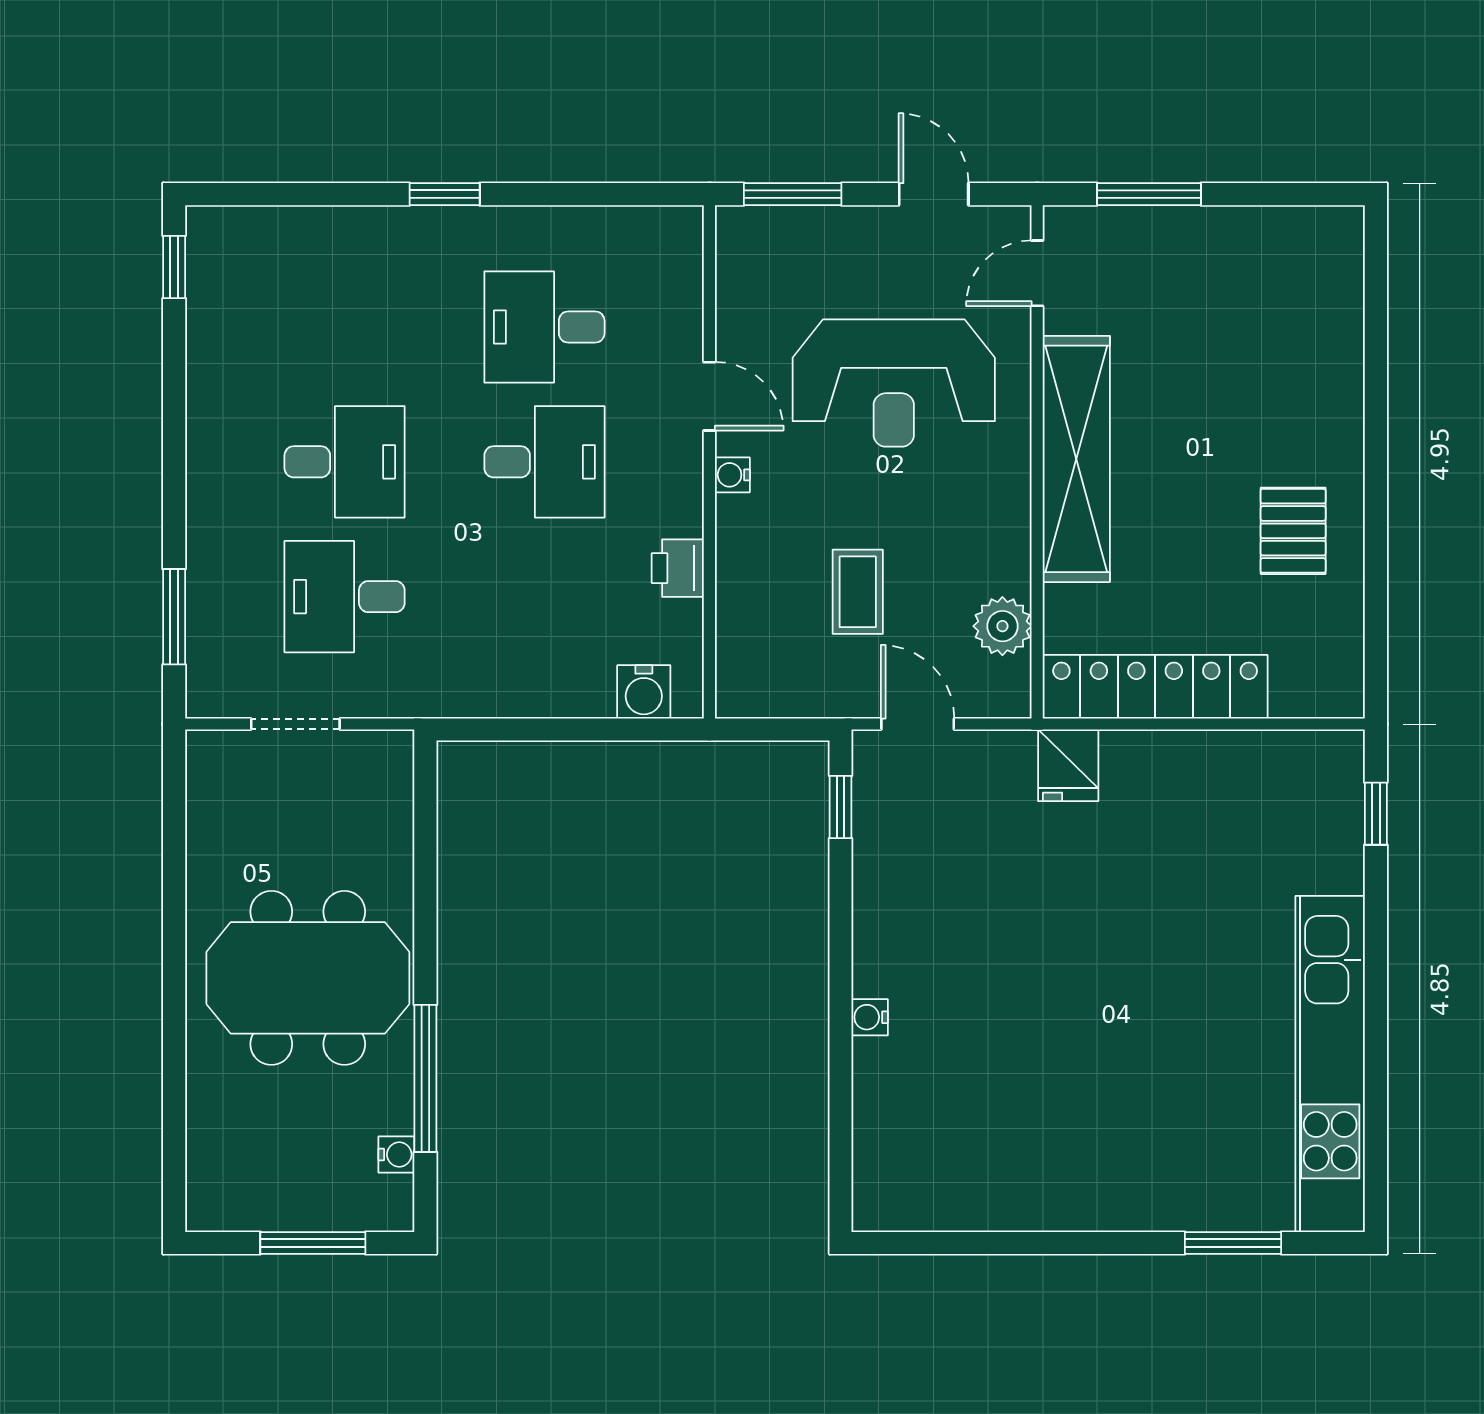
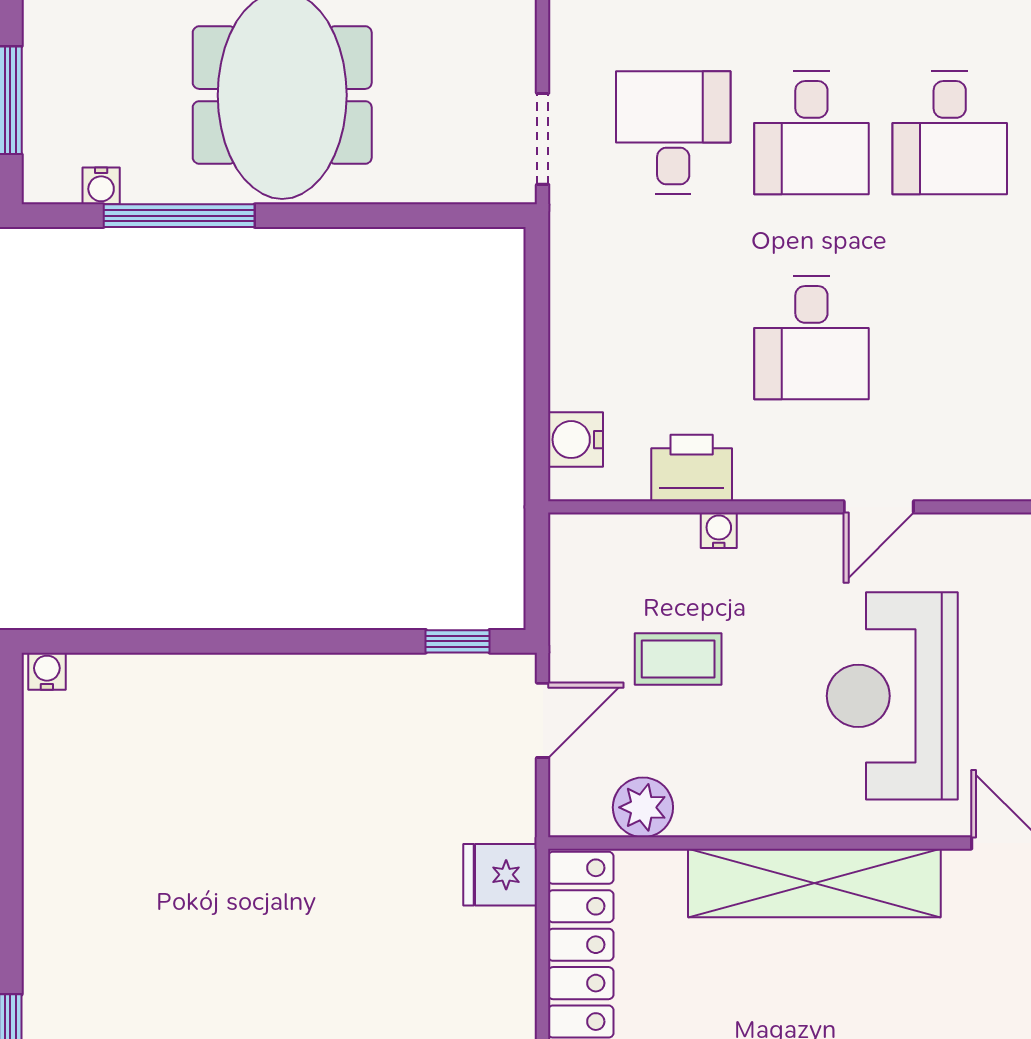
desk: (544, 327) -> (950, 133), moved, turned 180
water cooler: (732, 475) -> (719, 530), moved
printer: (678, 568) -> (692, 468), width x1.36, depth x1.24
doorway: (295, 724) -> (543, 139), moved
water cooler: (870, 1017) -> (47, 671), moved

